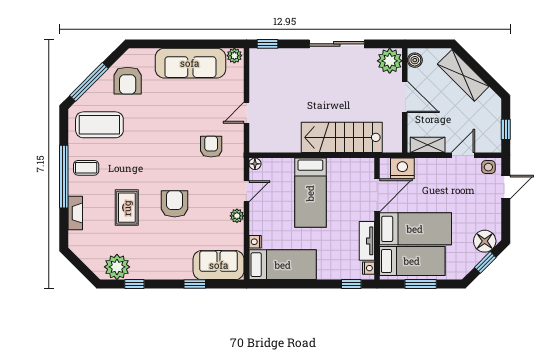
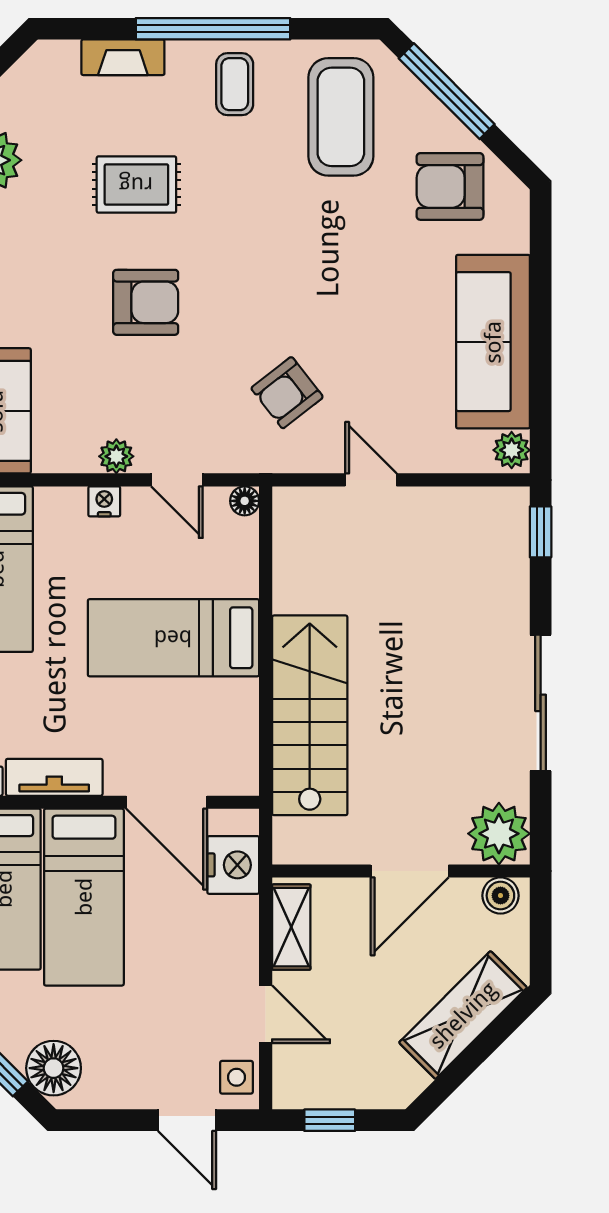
armchair: (211, 147) -> (287, 393), turned 142
nightstand: (255, 242) -> (104, 501), moved

